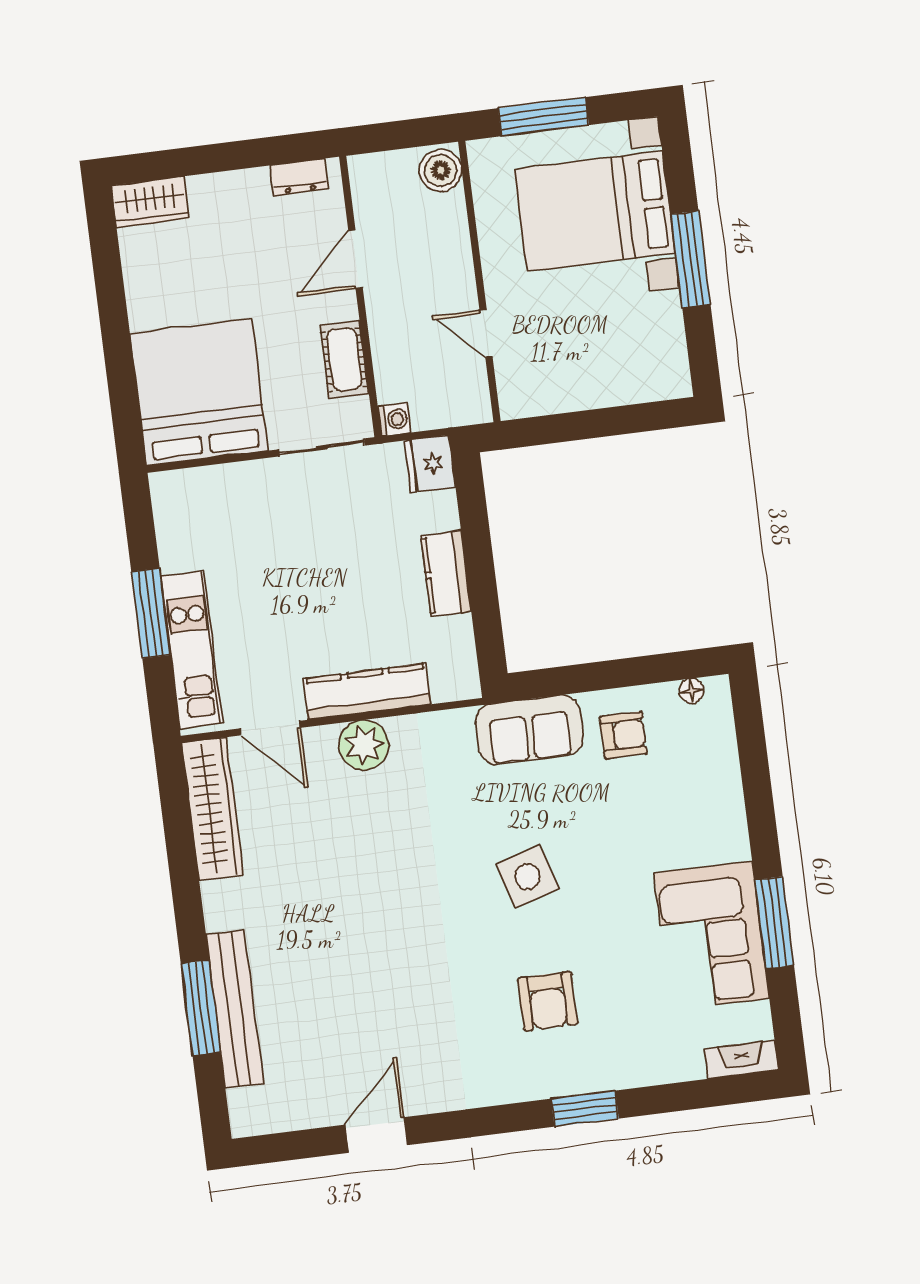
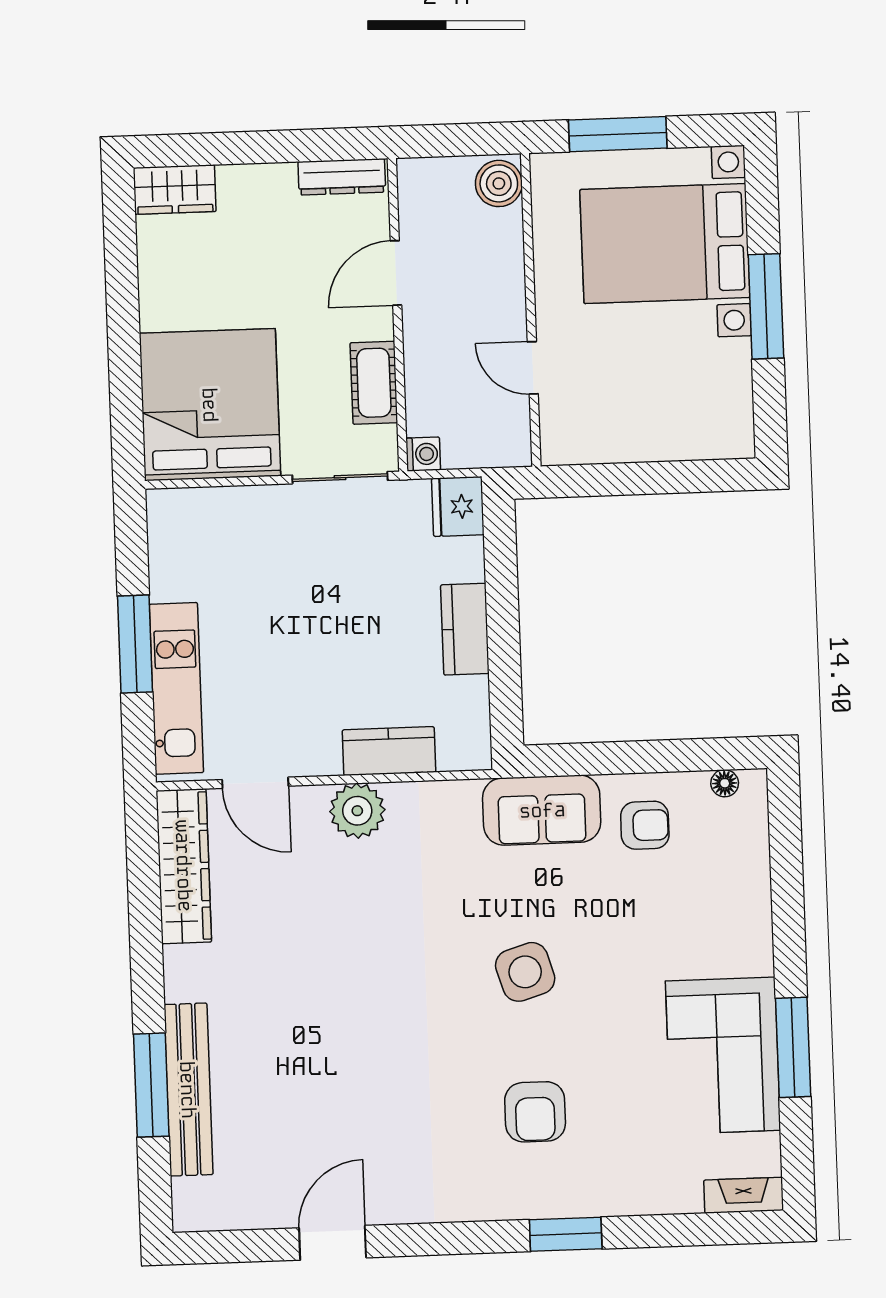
dresser: (299, 177) -> (342, 177), width x1.44
kitchen counter: (367, 691) -> (389, 751), width x0.67

